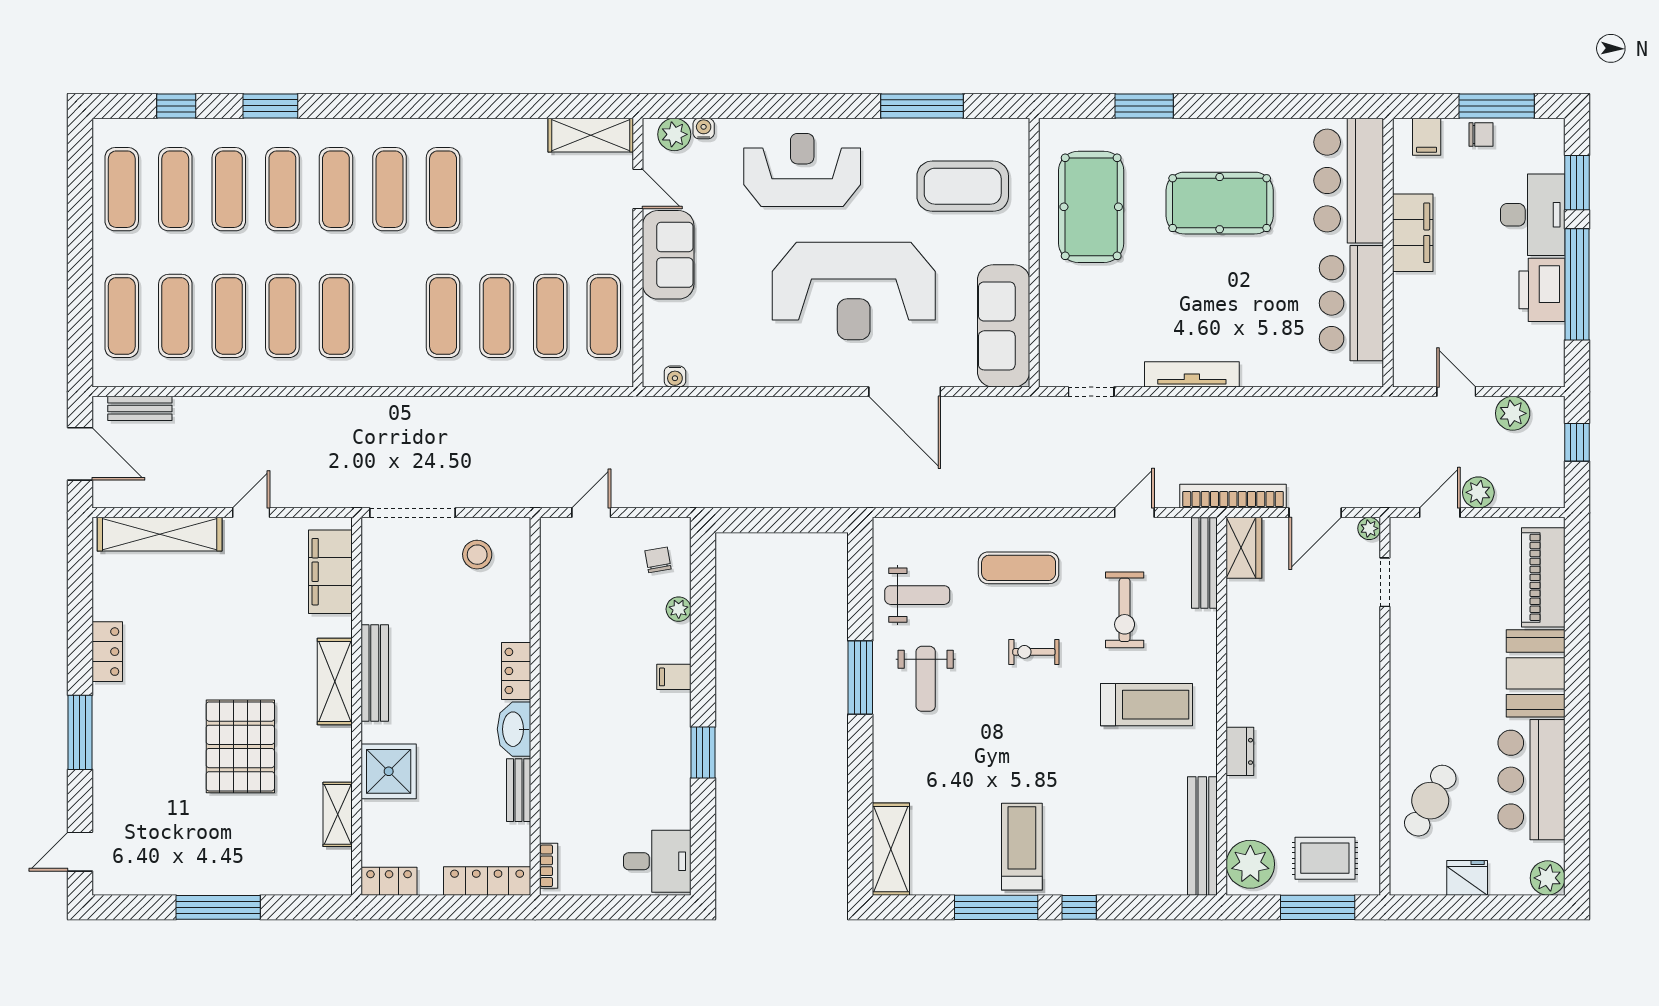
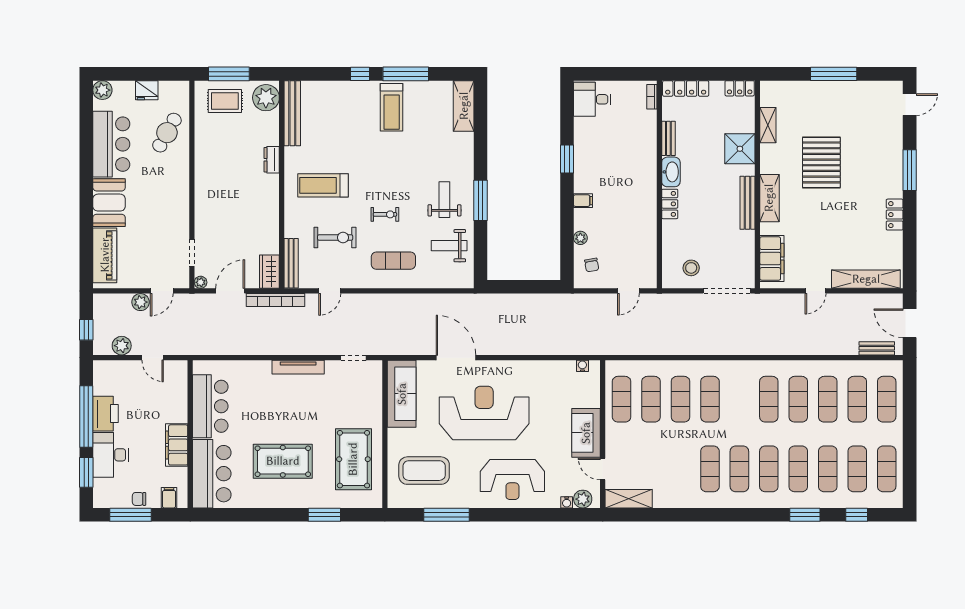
exercise bike: (1125, 610) -> (335, 238), turned 90

